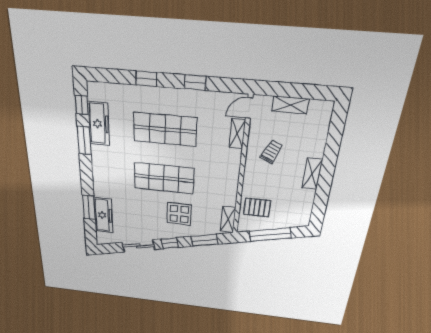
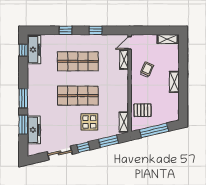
shelving: (290, 105) -> (168, 39), moved
freezer: (99, 124) -> (34, 50), moved
window: (84, 140) -> (23, 98), moved

